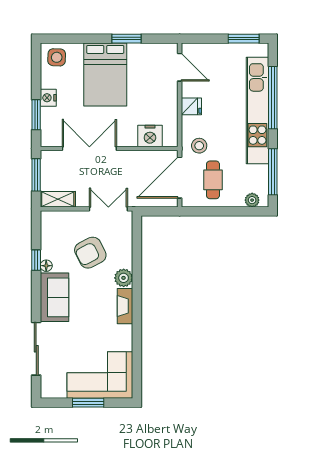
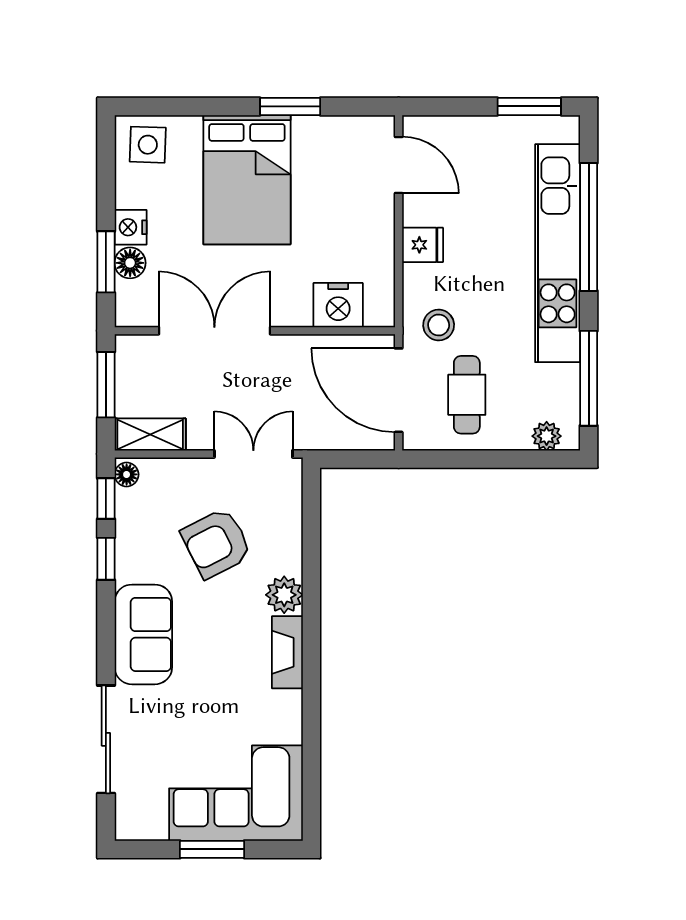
floor lamp: (48, 115) -> (130, 263), added
door: (180, 178) -> (399, 390), hinge flipped
window: (36, 231) -> (106, 499), added
floor lamp: (46, 266) -> (127, 474), moved

